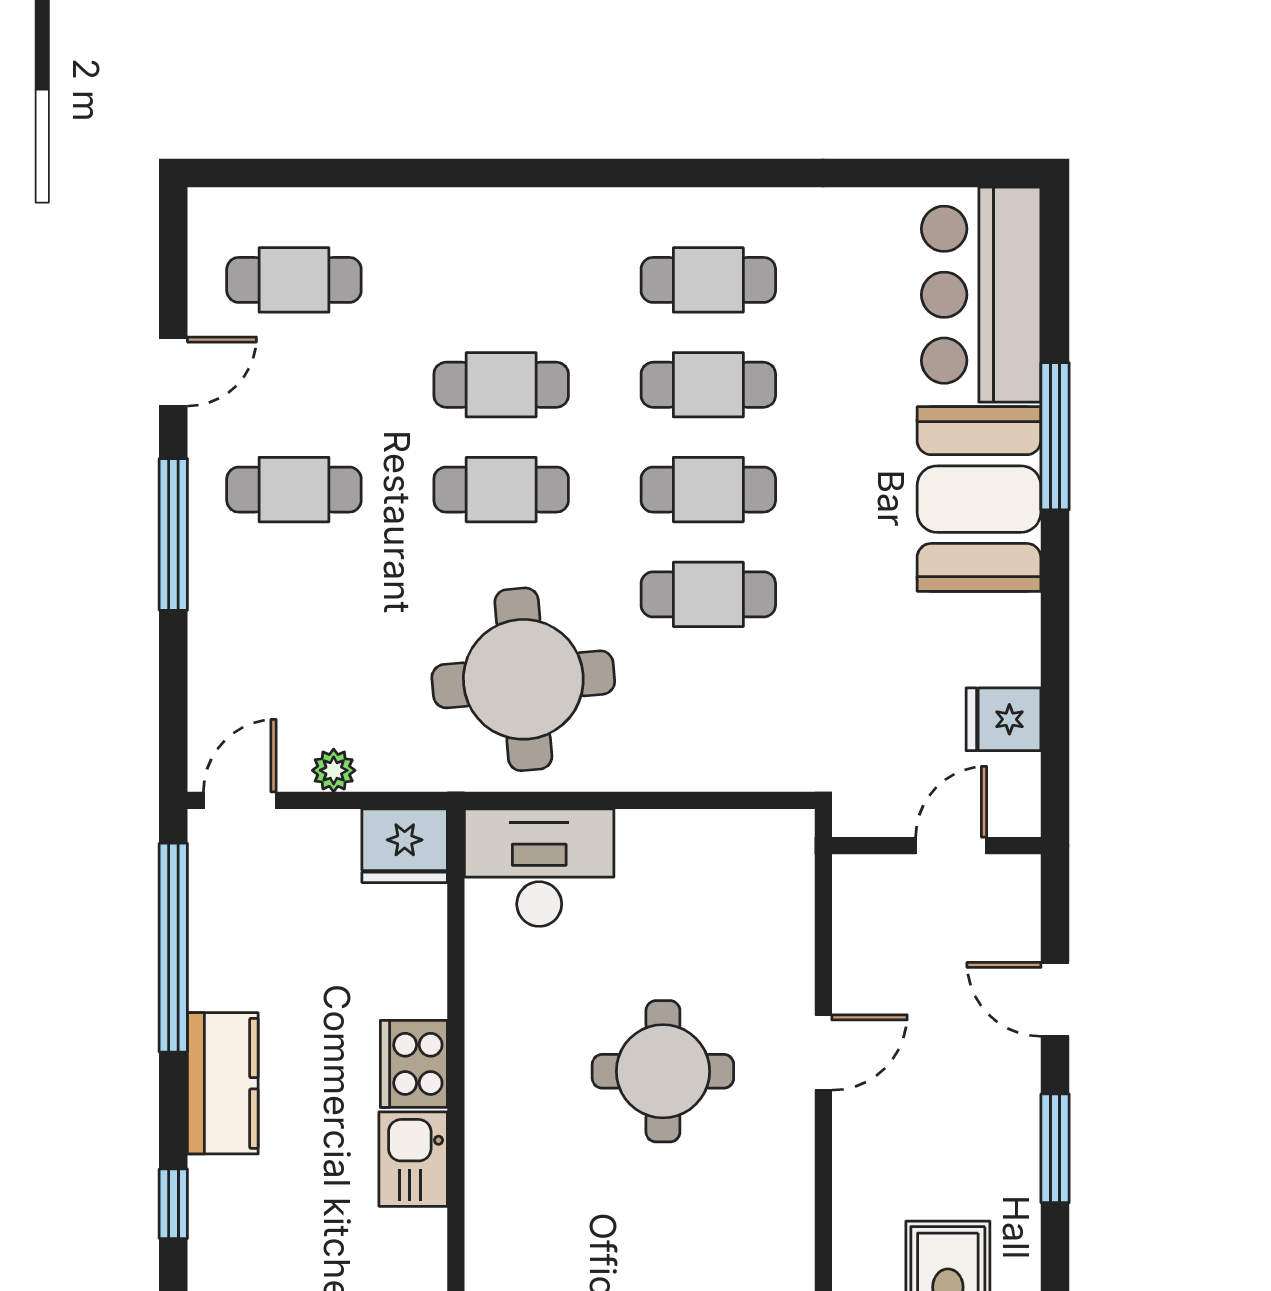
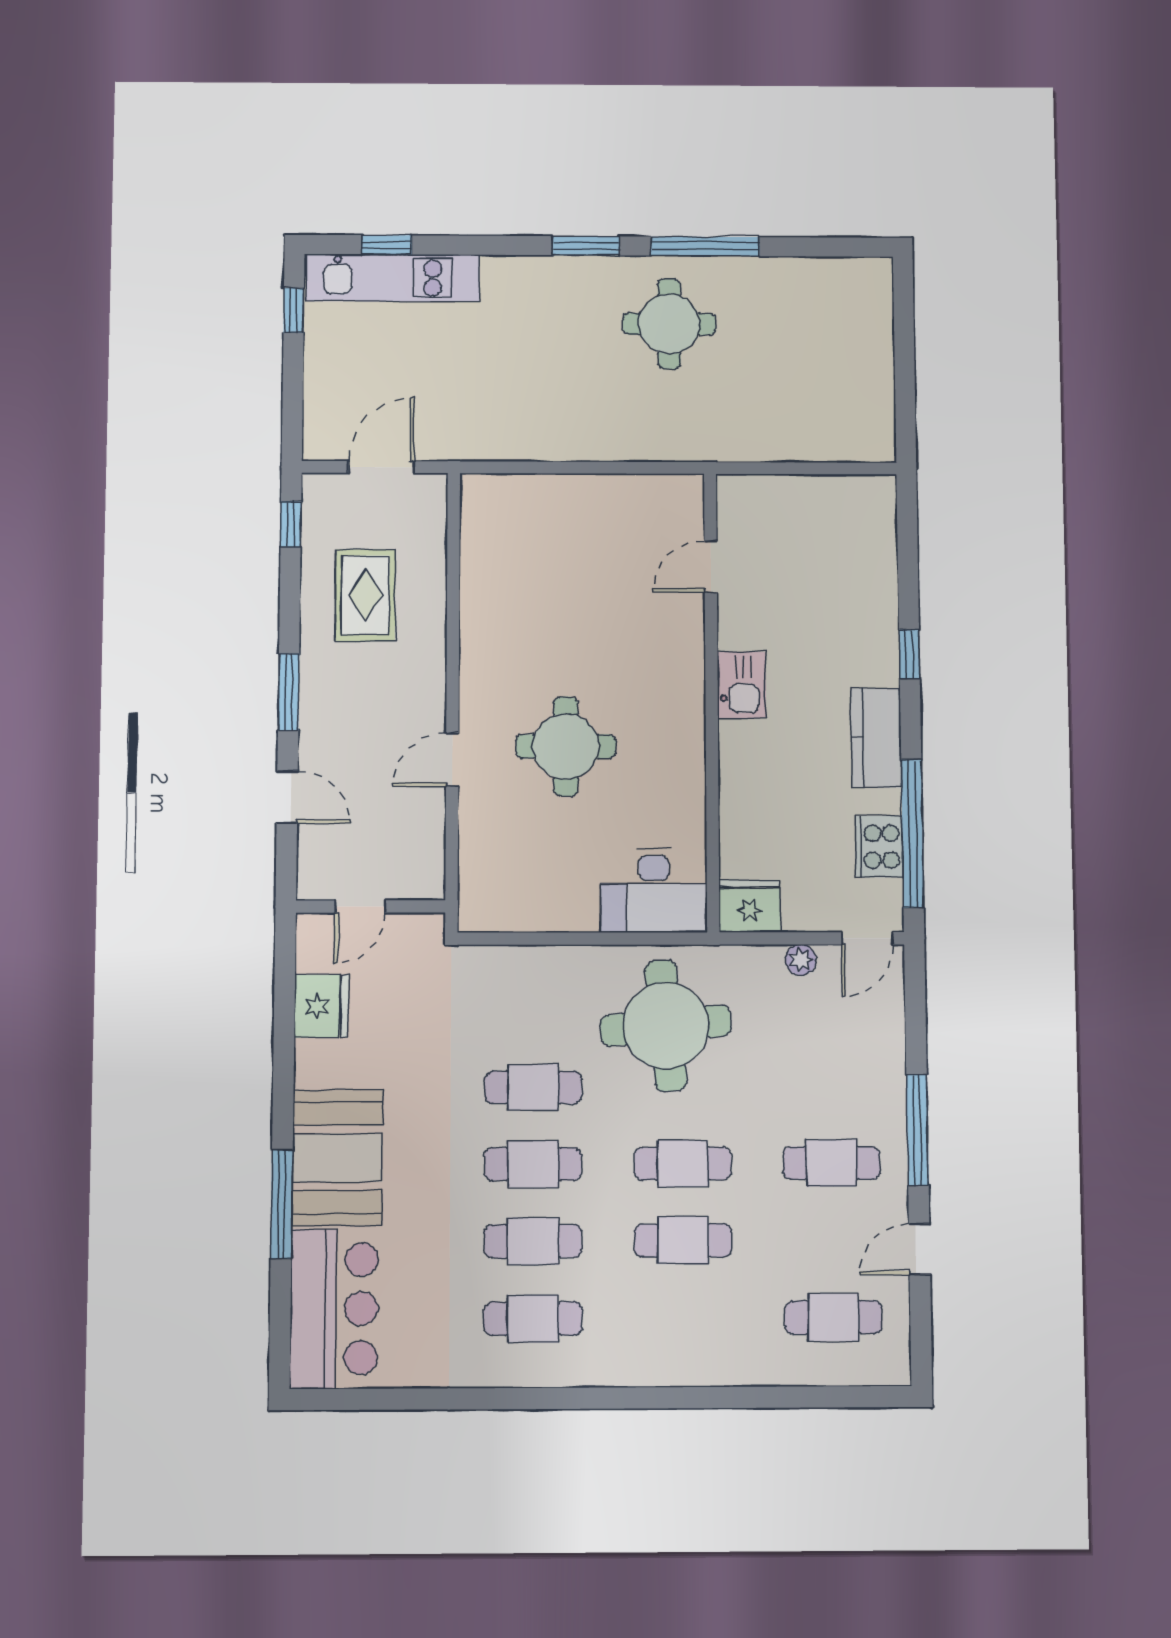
fridge: (1003, 719) -> (321, 1006), width x1.38
cooker: (414, 1064) -> (879, 847), moved, turned 180

